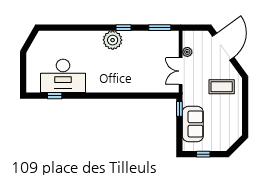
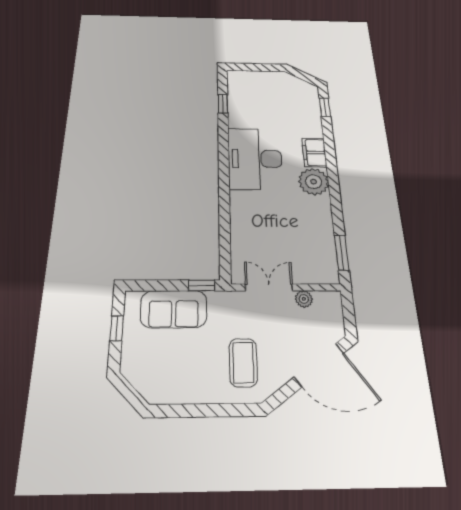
window: (124, 28) -> (325, 107), moved
filing cabinet: (91, 38) -> (314, 152), added
desk: (63, 76) -> (255, 159), moved

